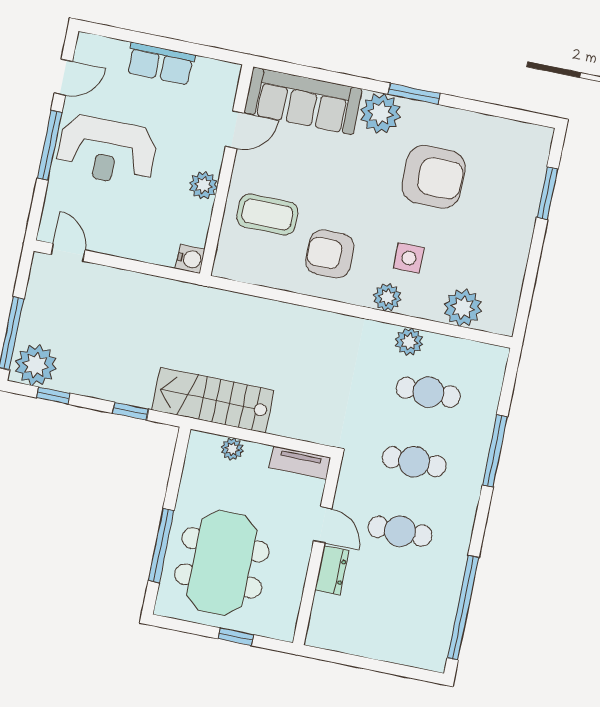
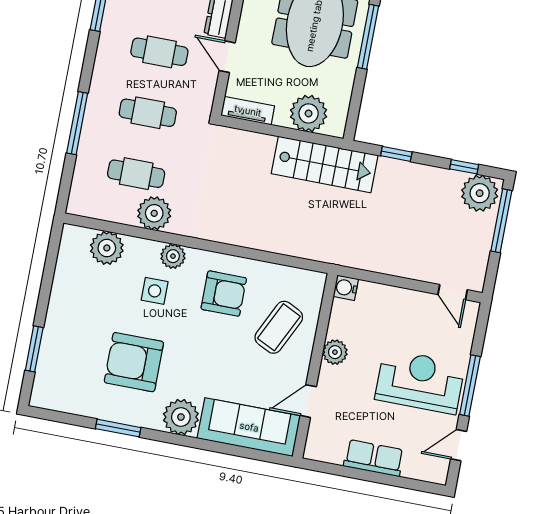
window: (414, 94) -> (118, 428), moved
coffee table: (267, 215) -> (279, 327), turned -64
plant: (409, 342) -> (154, 213), width x1.36, depth x1.36
plant: (232, 449) -> (309, 113), width x1.88, depth x1.88

